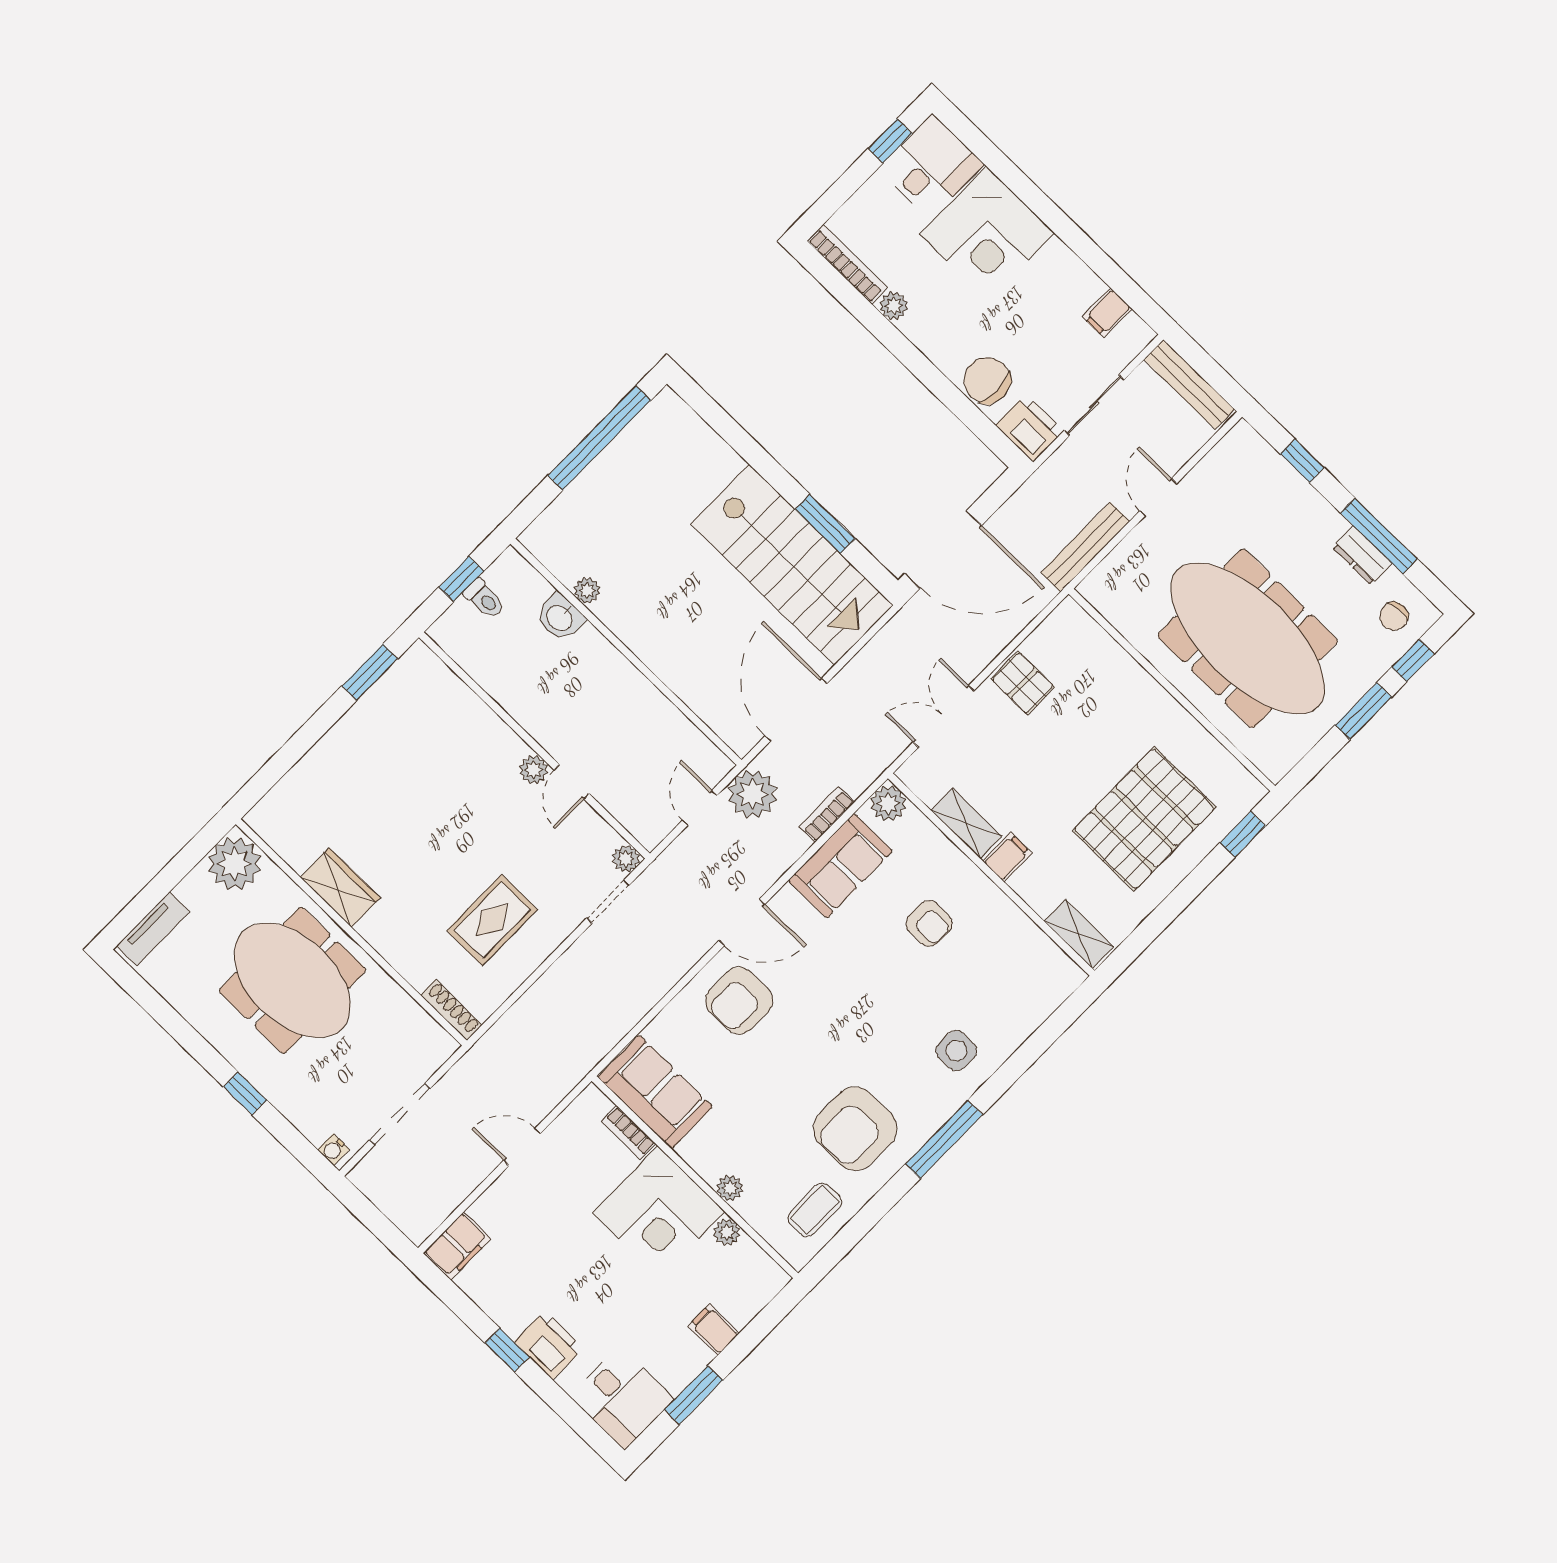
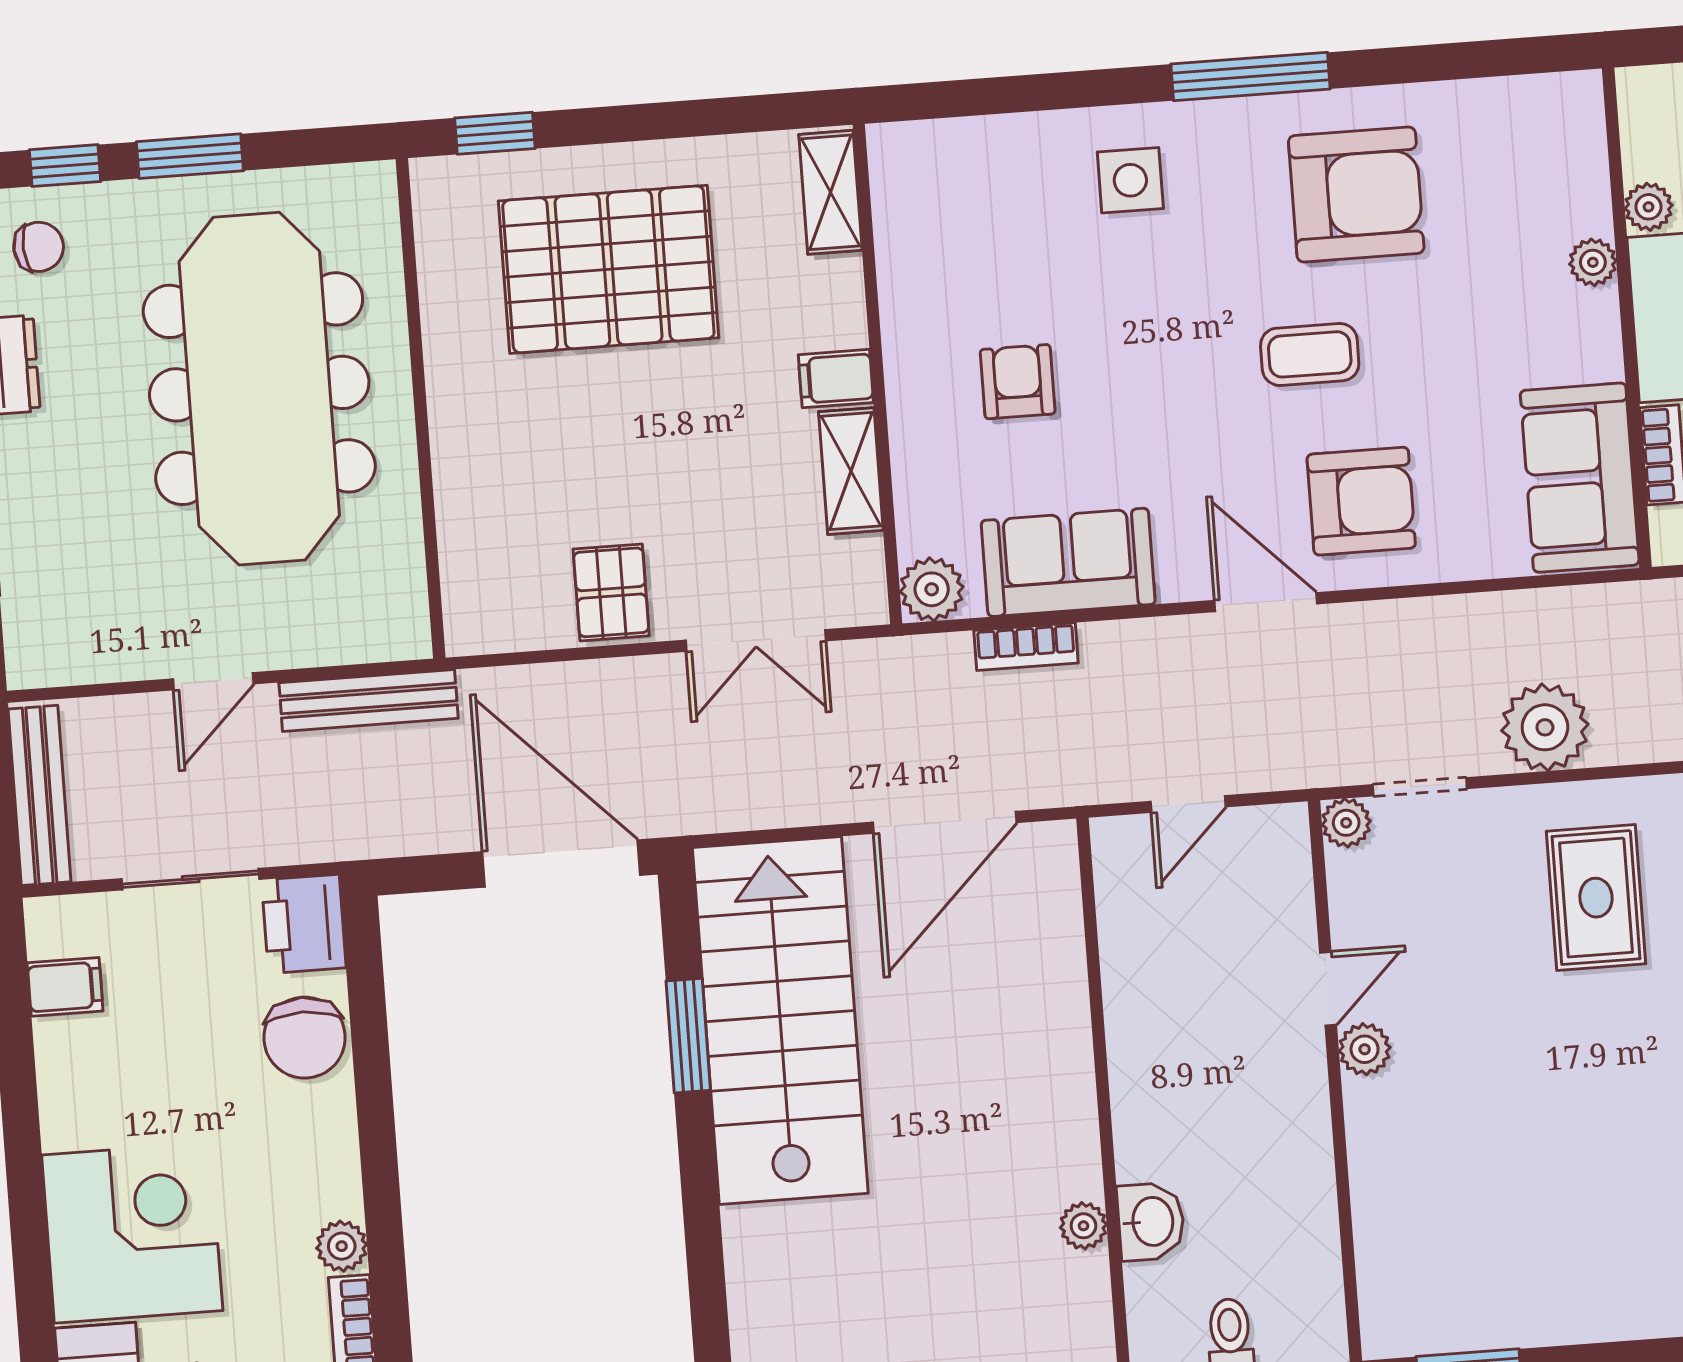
plant: (752, 794) -> (1545, 727), moved
rug: (492, 920) -> (1596, 898), turned 90
coffee table: (815, 1210) -> (1310, 354), moved

